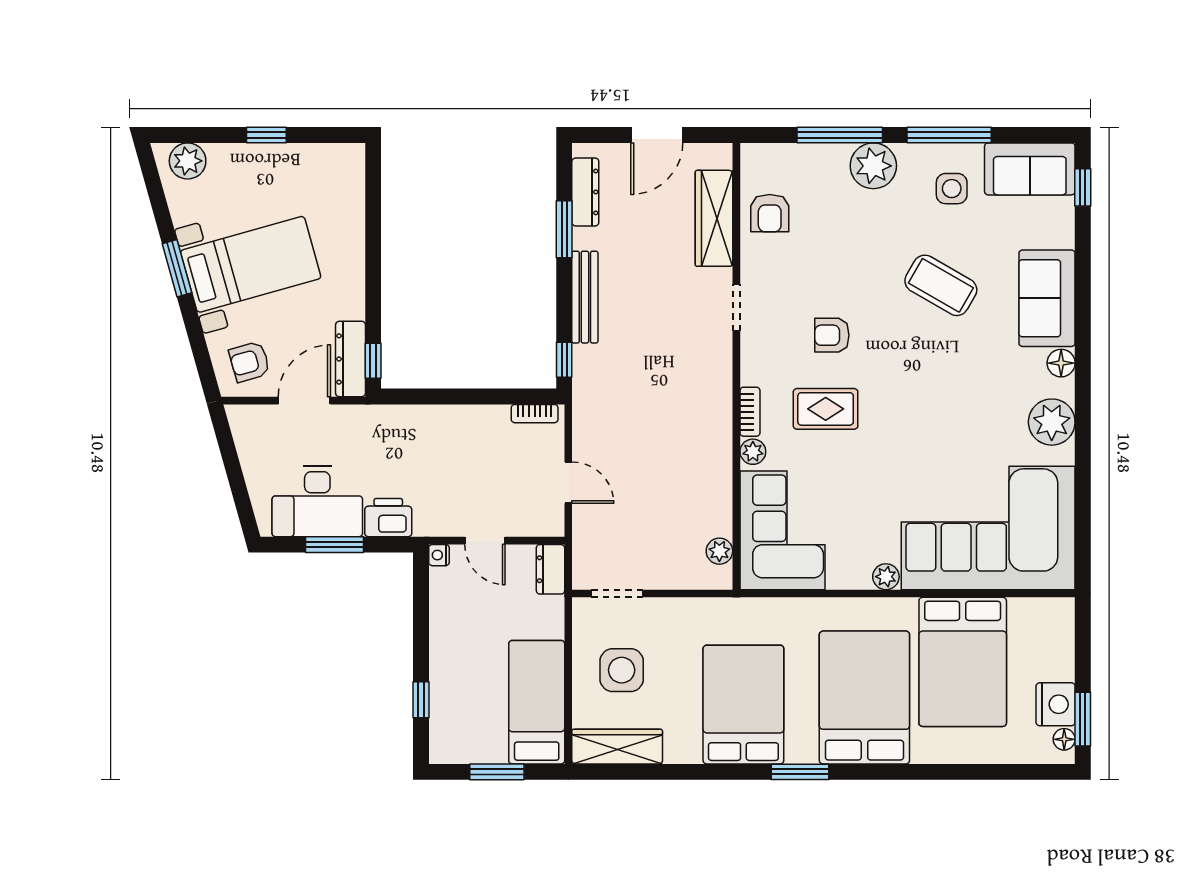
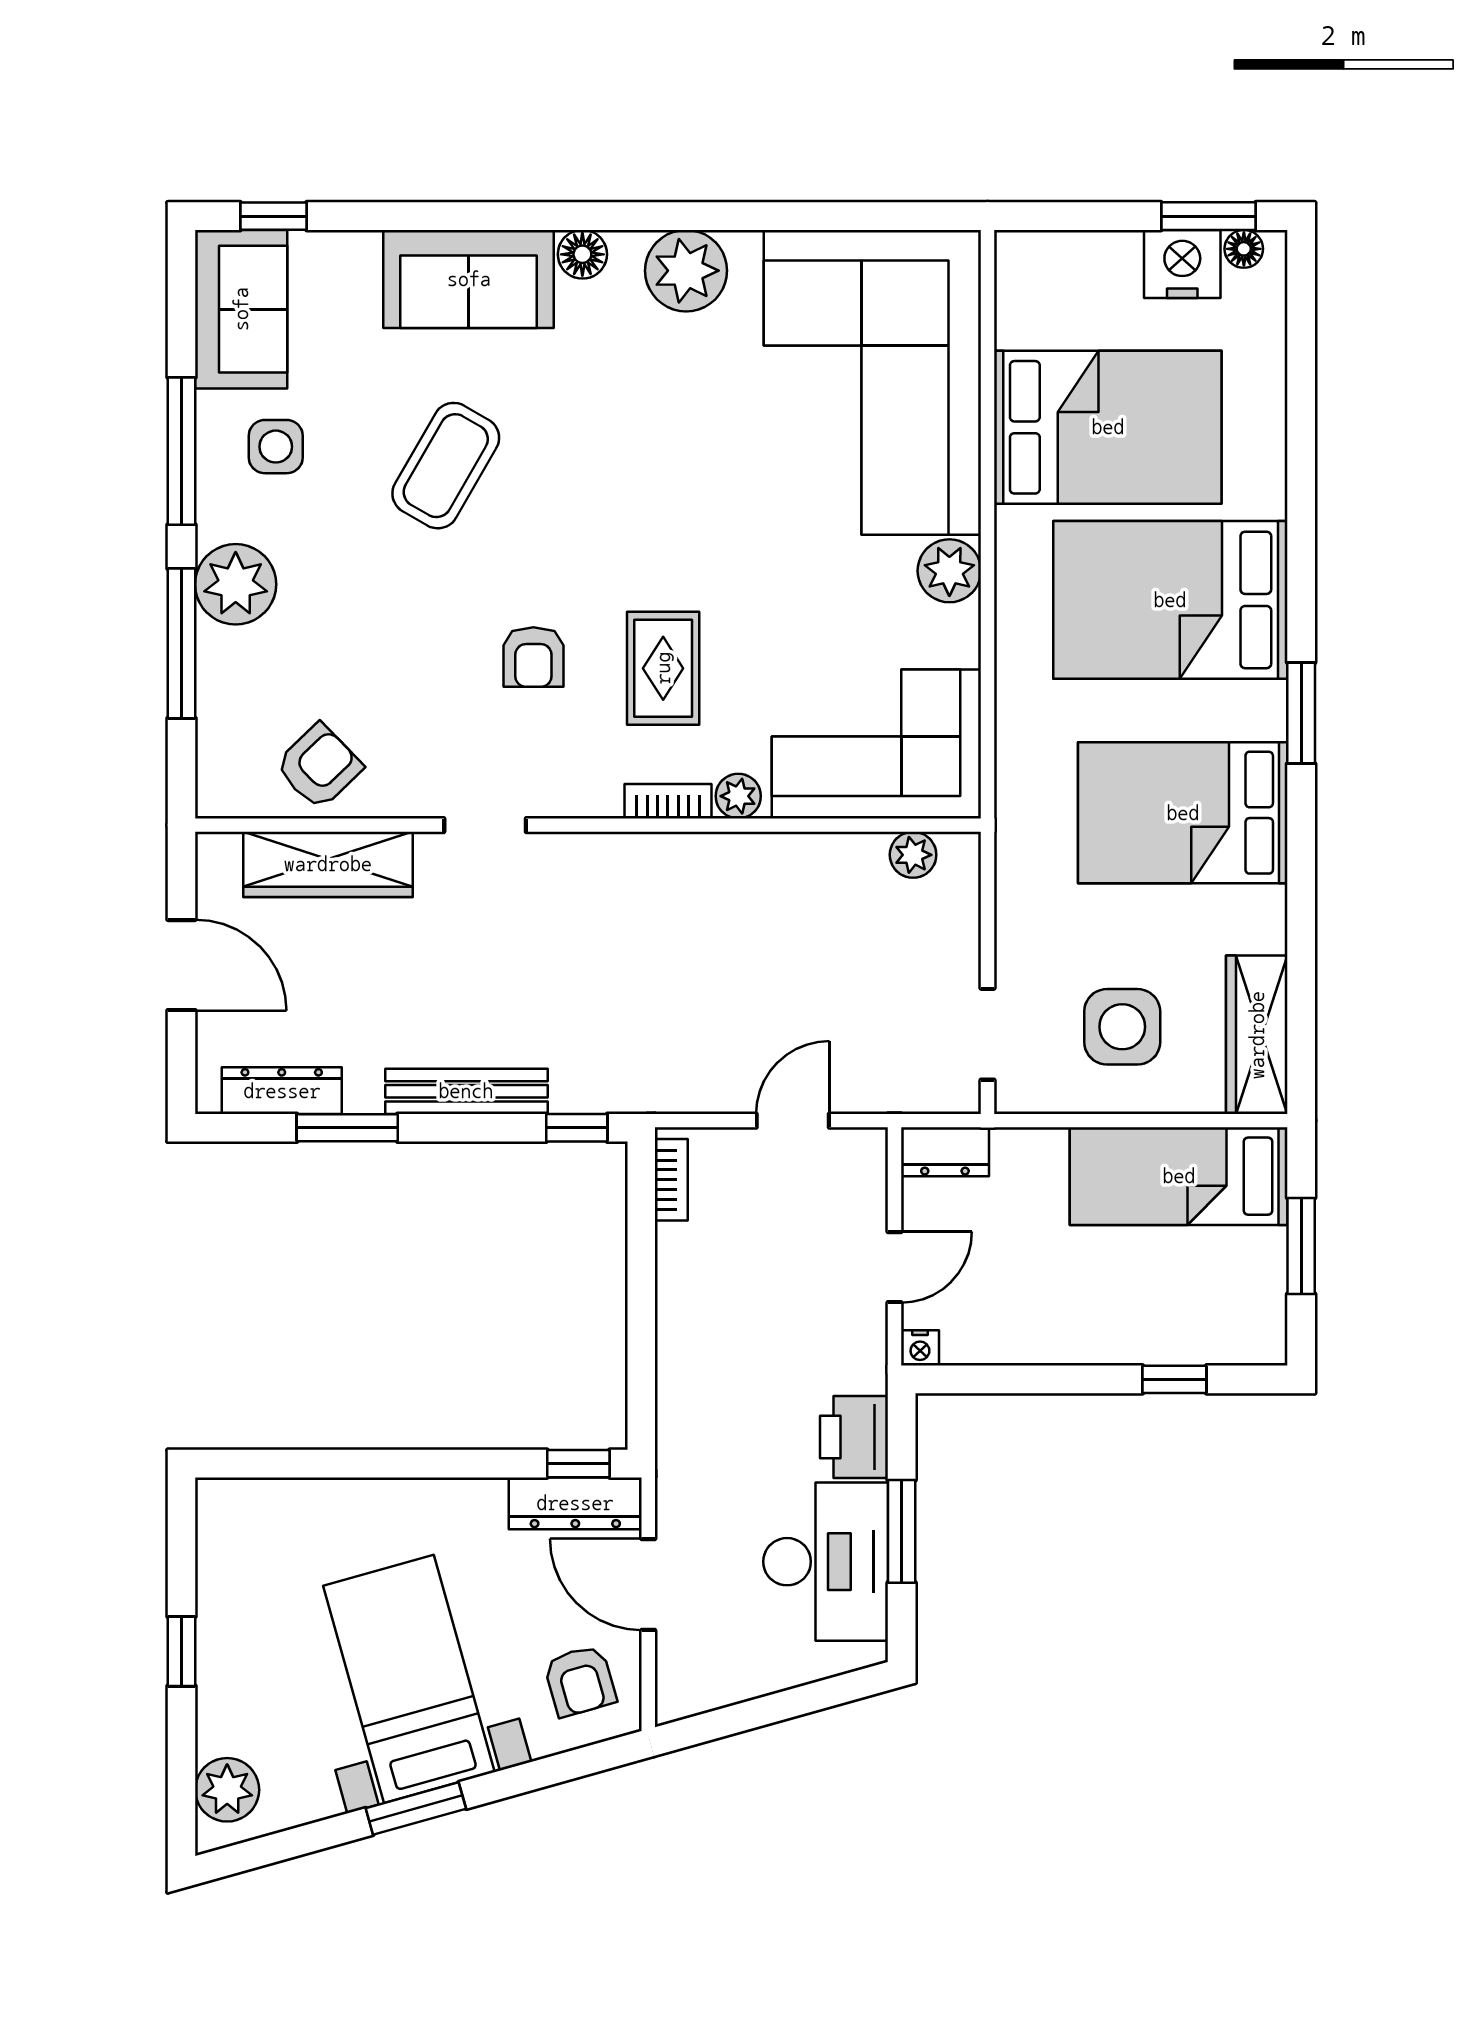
armchair: (770, 213) -> (319, 766), turned -44
plant: (886, 577) -> (949, 571), width x1.38, depth x1.38

